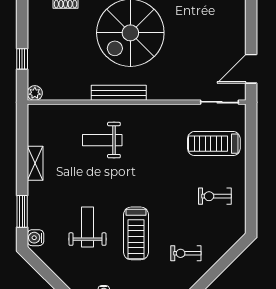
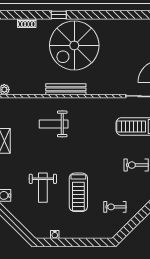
weight bench: (87, 227) -> (43, 188), turned 180

